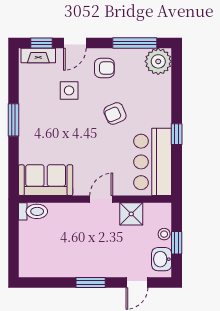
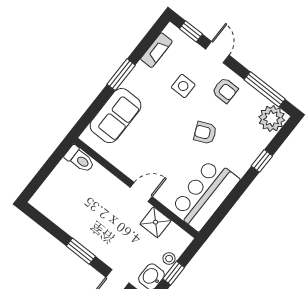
door: (75, 43) -> (217, 52), swing flipped
fireplace: (38, 55) -> (156, 50), moved, turned -90
window: (177, 134) -> (262, 161), moved
sofa: (46, 180) -> (116, 116), moved, turned 90

